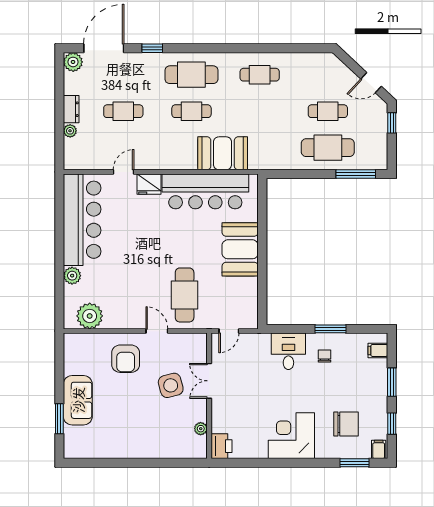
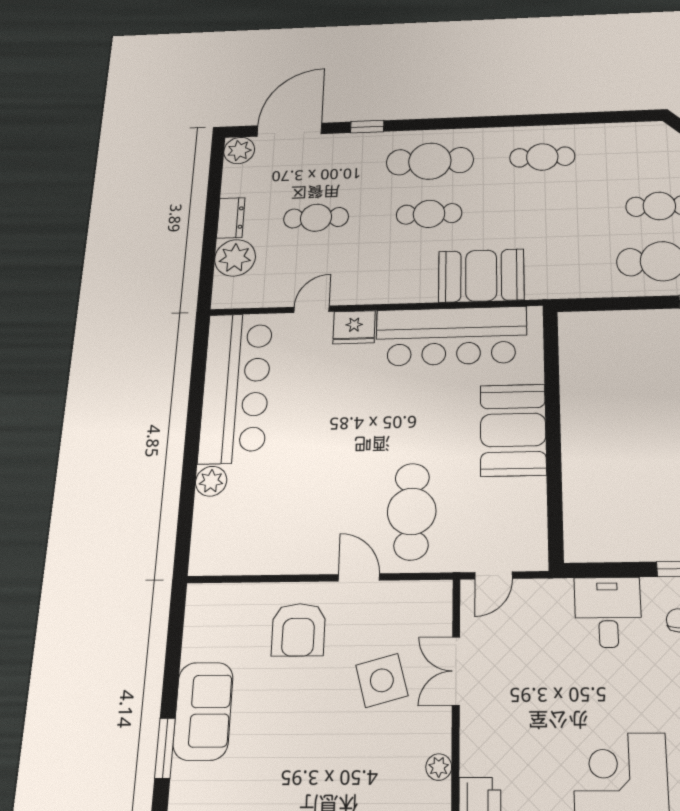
plant: (70, 131) -> (235, 258), width x1.87, depth x1.87
plant: (90, 316) -> (237, 552), removed

